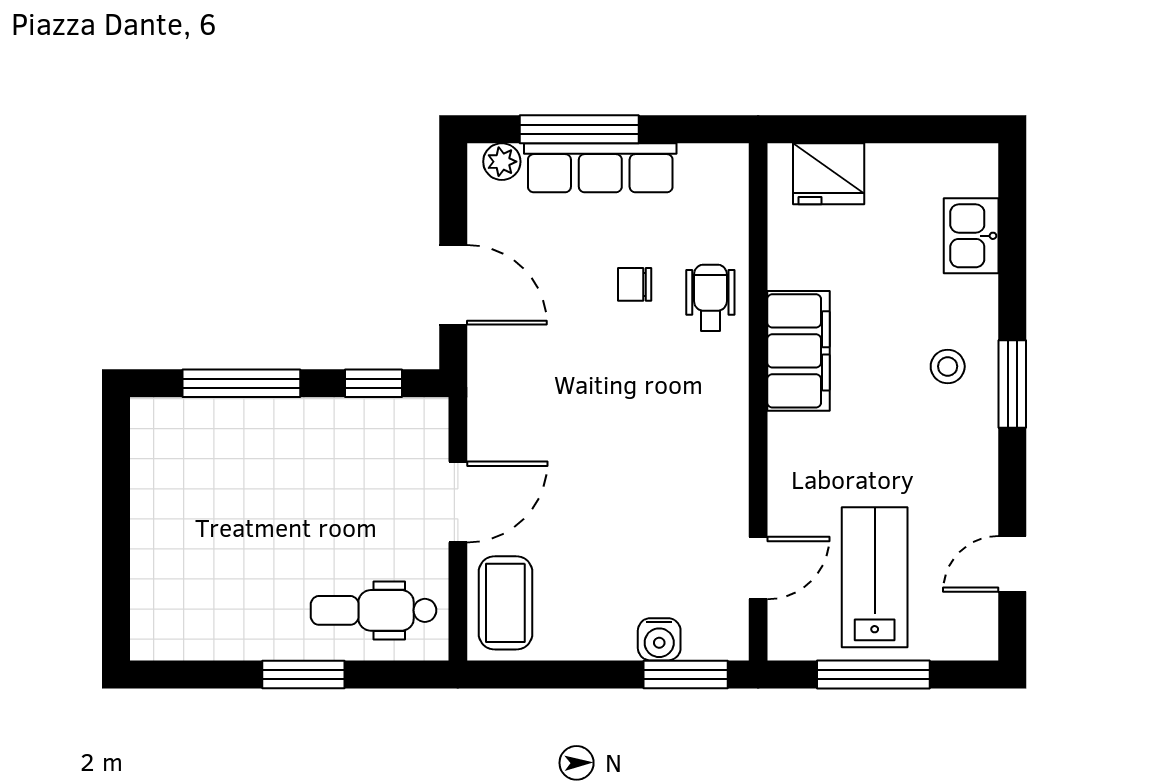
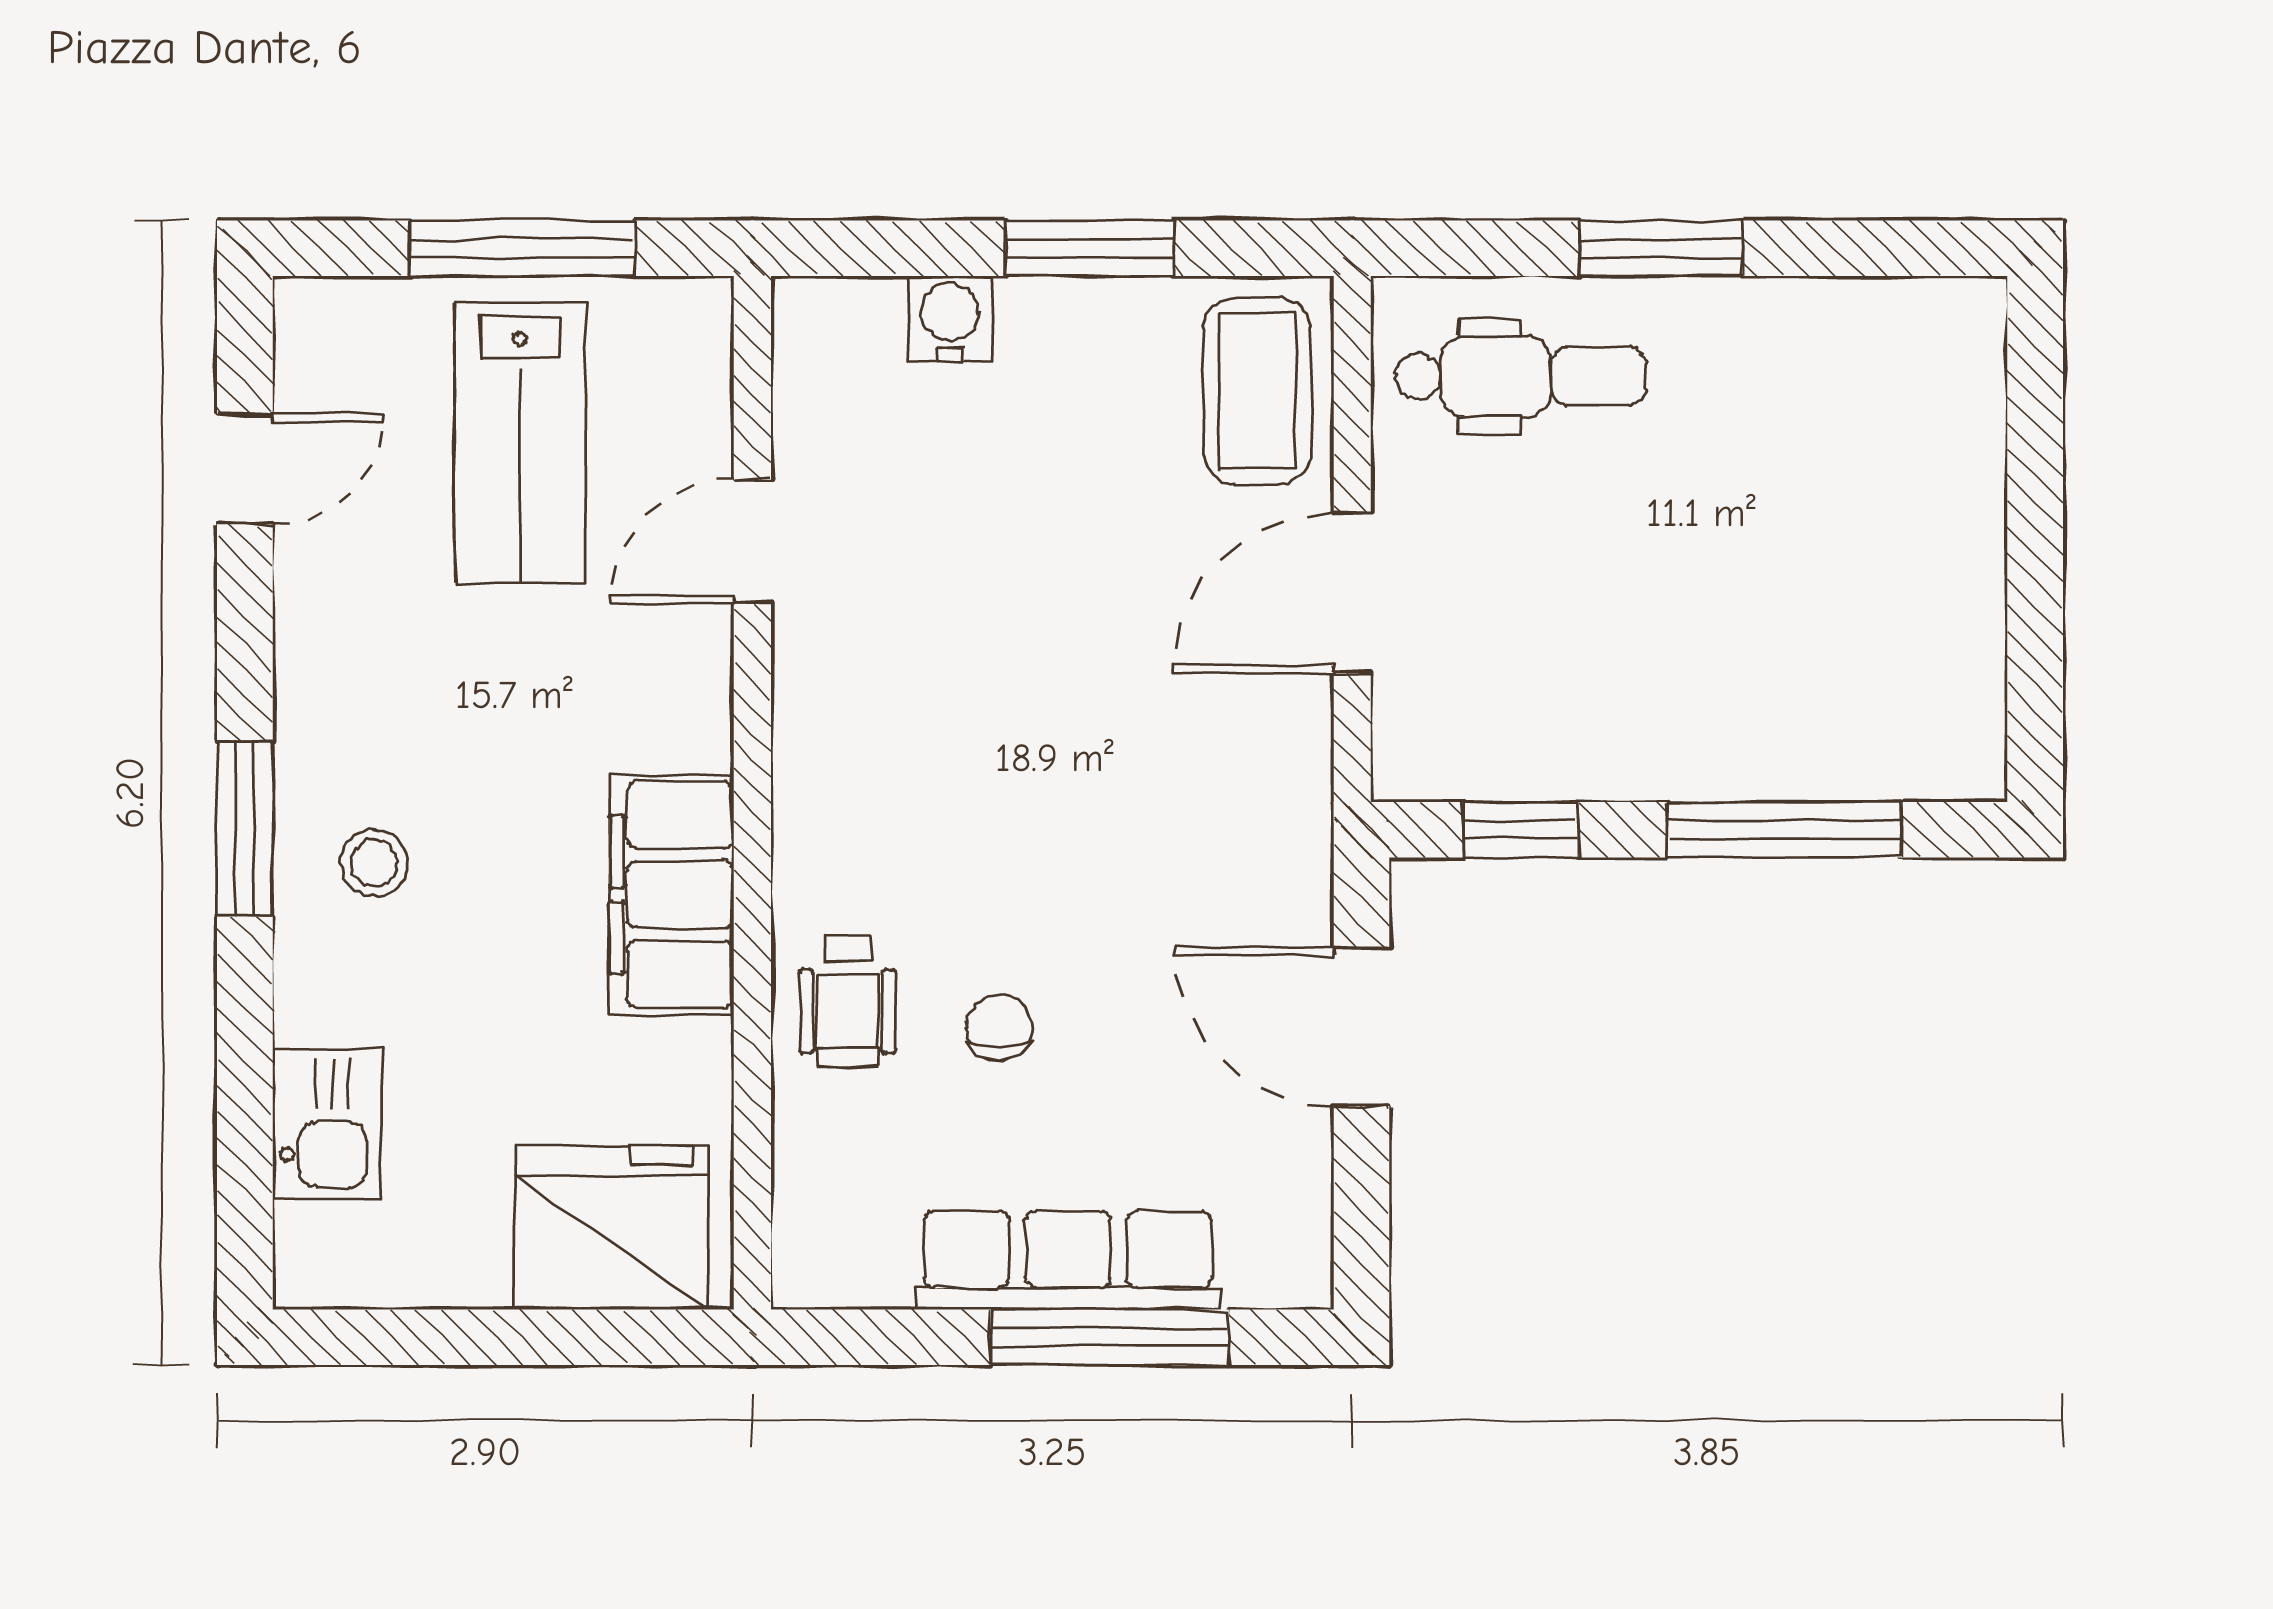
plant: (502, 162) -> (1264, 1273), removed
fridge: (829, 174) -> (612, 1228), width x1.36, depth x1.34
chair: (635, 284) -> (999, 1027), turned -90
door: (758, 568) -> (752, 542), moved
window: (686, 674) -> (1090, 248), moved

